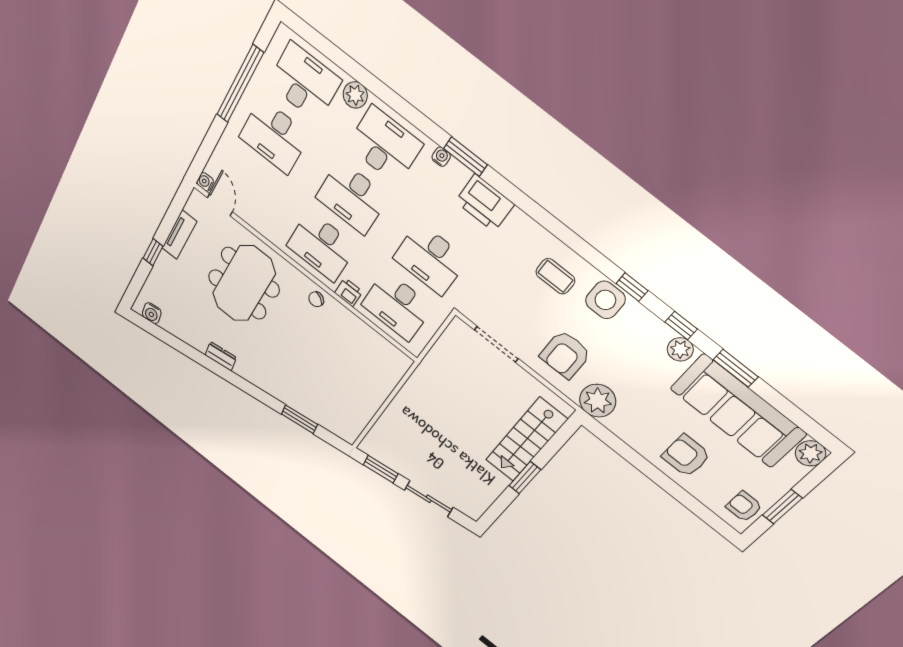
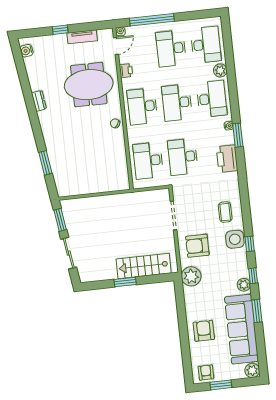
window: (240, 84) -> (152, 20), moved
printer: (349, 292) -> (126, 71), moved

